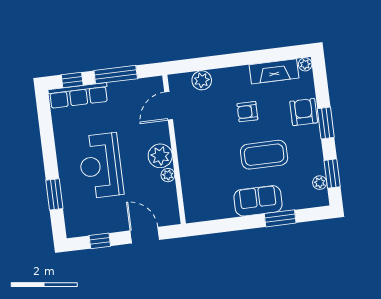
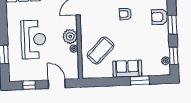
armchair: (304, 112) -> (159, 17), turned -90
coffee table: (264, 155) -> (101, 51), moved, turned -45
reception desk: (101, 166) -> (33, 39), turned 180

